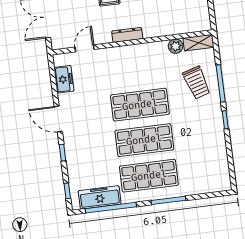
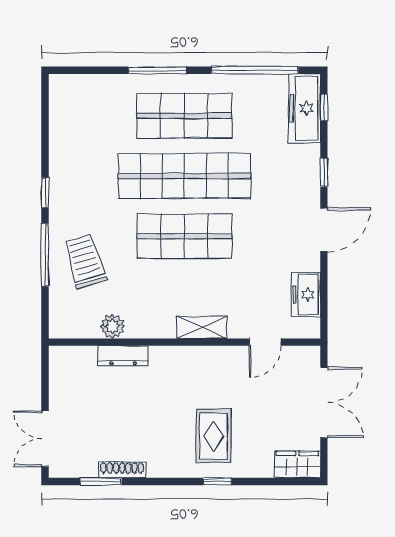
dresser: (127, 35) -> (123, 356), moved
shelving: (199, 43) -> (202, 327), moved
door: (58, 119) -> (324, 230), hinge flipped
shop shelf: (144, 140) -> (184, 176), width x1.40
freezer: (100, 197) -> (304, 108), moved, turned 90

